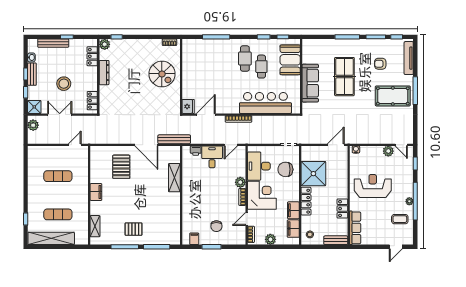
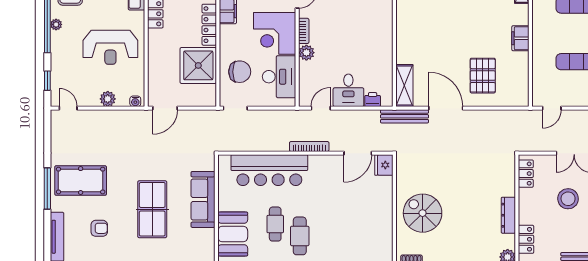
plant: (388, 151) -> (108, 99), moved
shelving: (174, 178) -> (404, 86), moved

